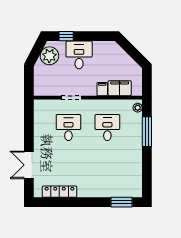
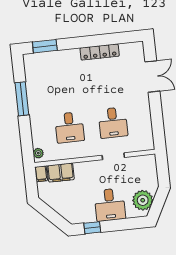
window: (66, 36) -> (92, 228), moved
filing cabinet: (102, 89) -> (41, 174), moved
window: (147, 132) -> (22, 99), moved
locker: (59, 192) -> (100, 52), moved

